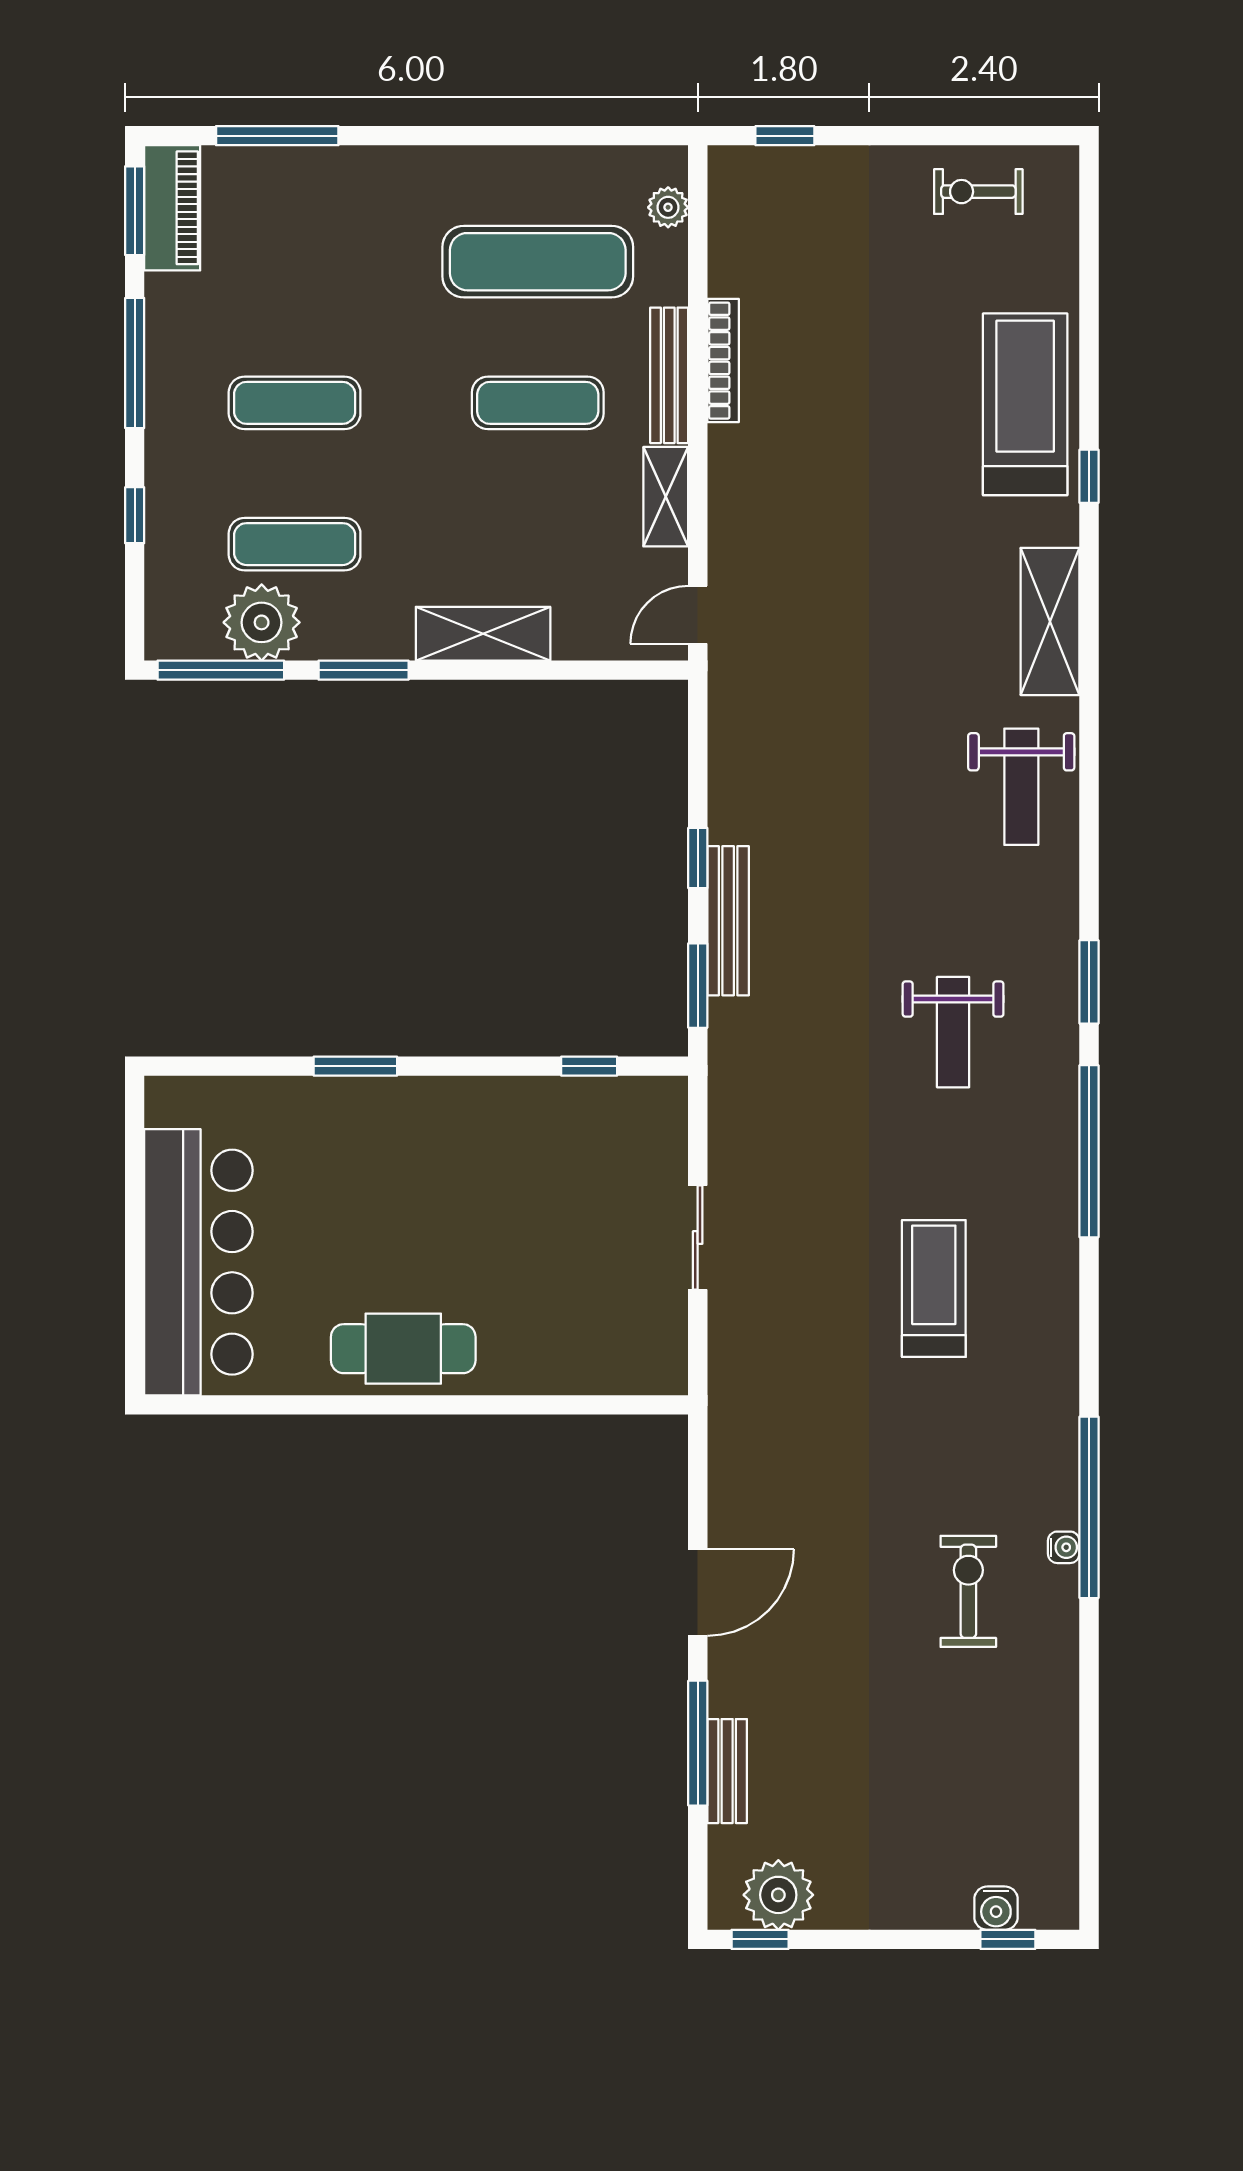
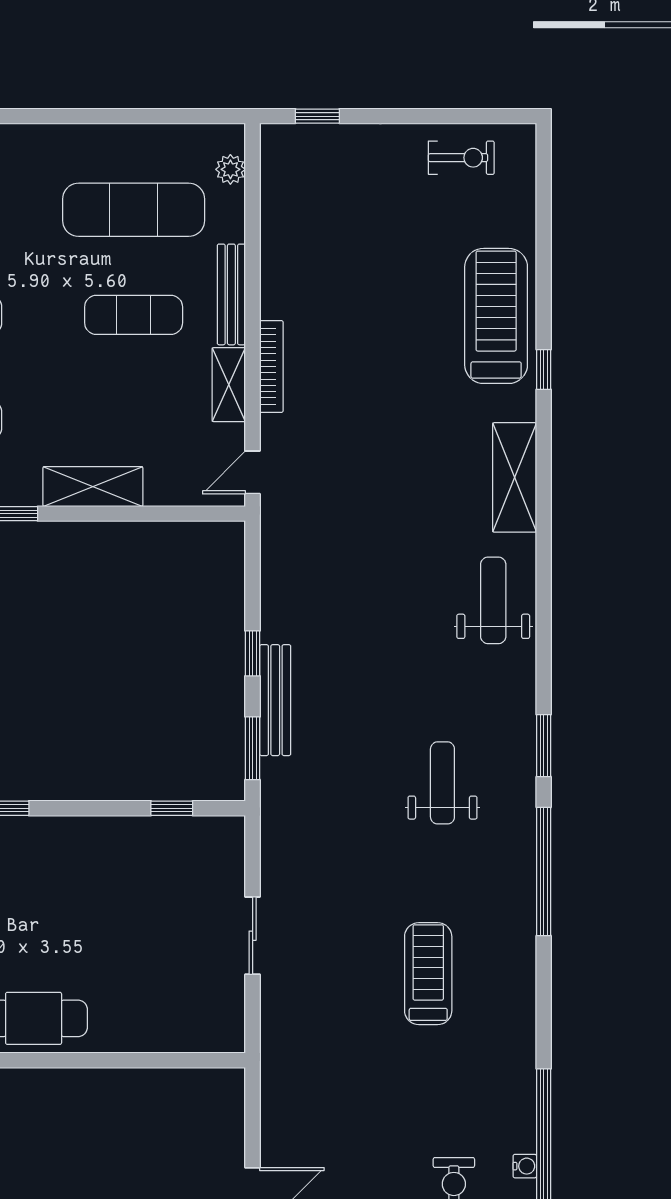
exercise bike: (978, 192) -> (461, 158), turned 180
bookcase: (723, 361) -> (271, 366), moved
weight bench: (1021, 787) -> (493, 600), turned 180
weight bench: (953, 1032) -> (442, 783), turned 180

